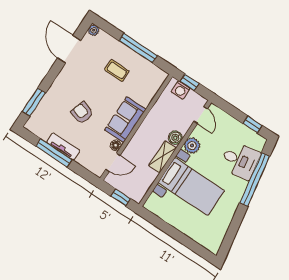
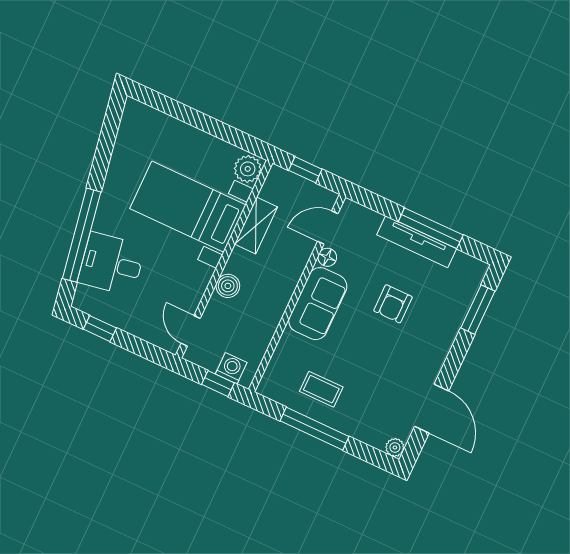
coffee table: (117, 70) -> (321, 389), moved
armchair: (82, 113) -> (393, 304), turned 72
tv unit: (63, 146) -> (417, 242), width x1.41
plant: (192, 146) -> (248, 169), moved
shelving: (163, 157) -> (256, 226), moved

